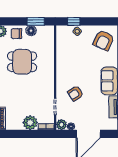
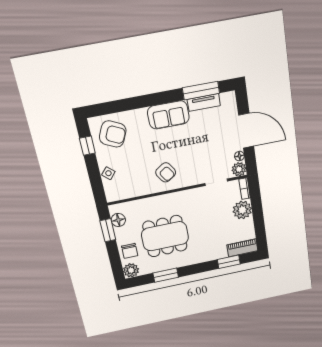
window: (74, 21) -> (87, 146), moved
floor lamp: (31, 31) -> (118, 220), moved
dining table: (22, 62) -> (165, 236), width x1.38
armchair: (75, 93) -> (166, 172), moved

